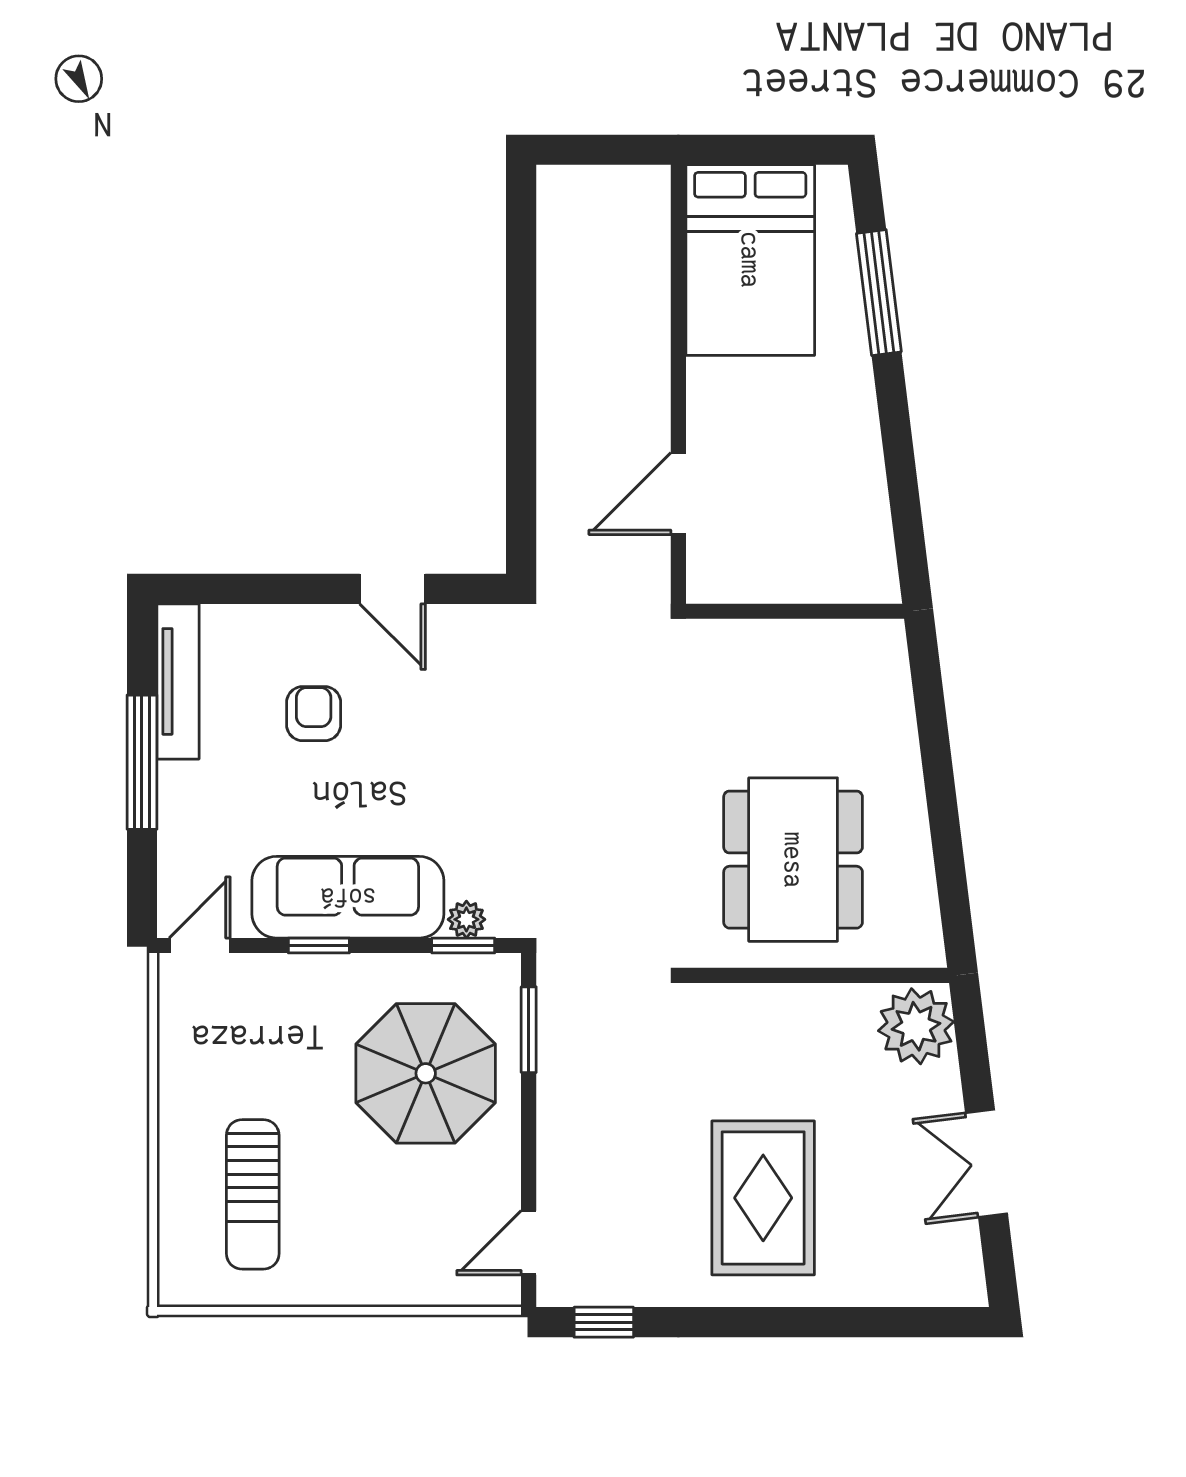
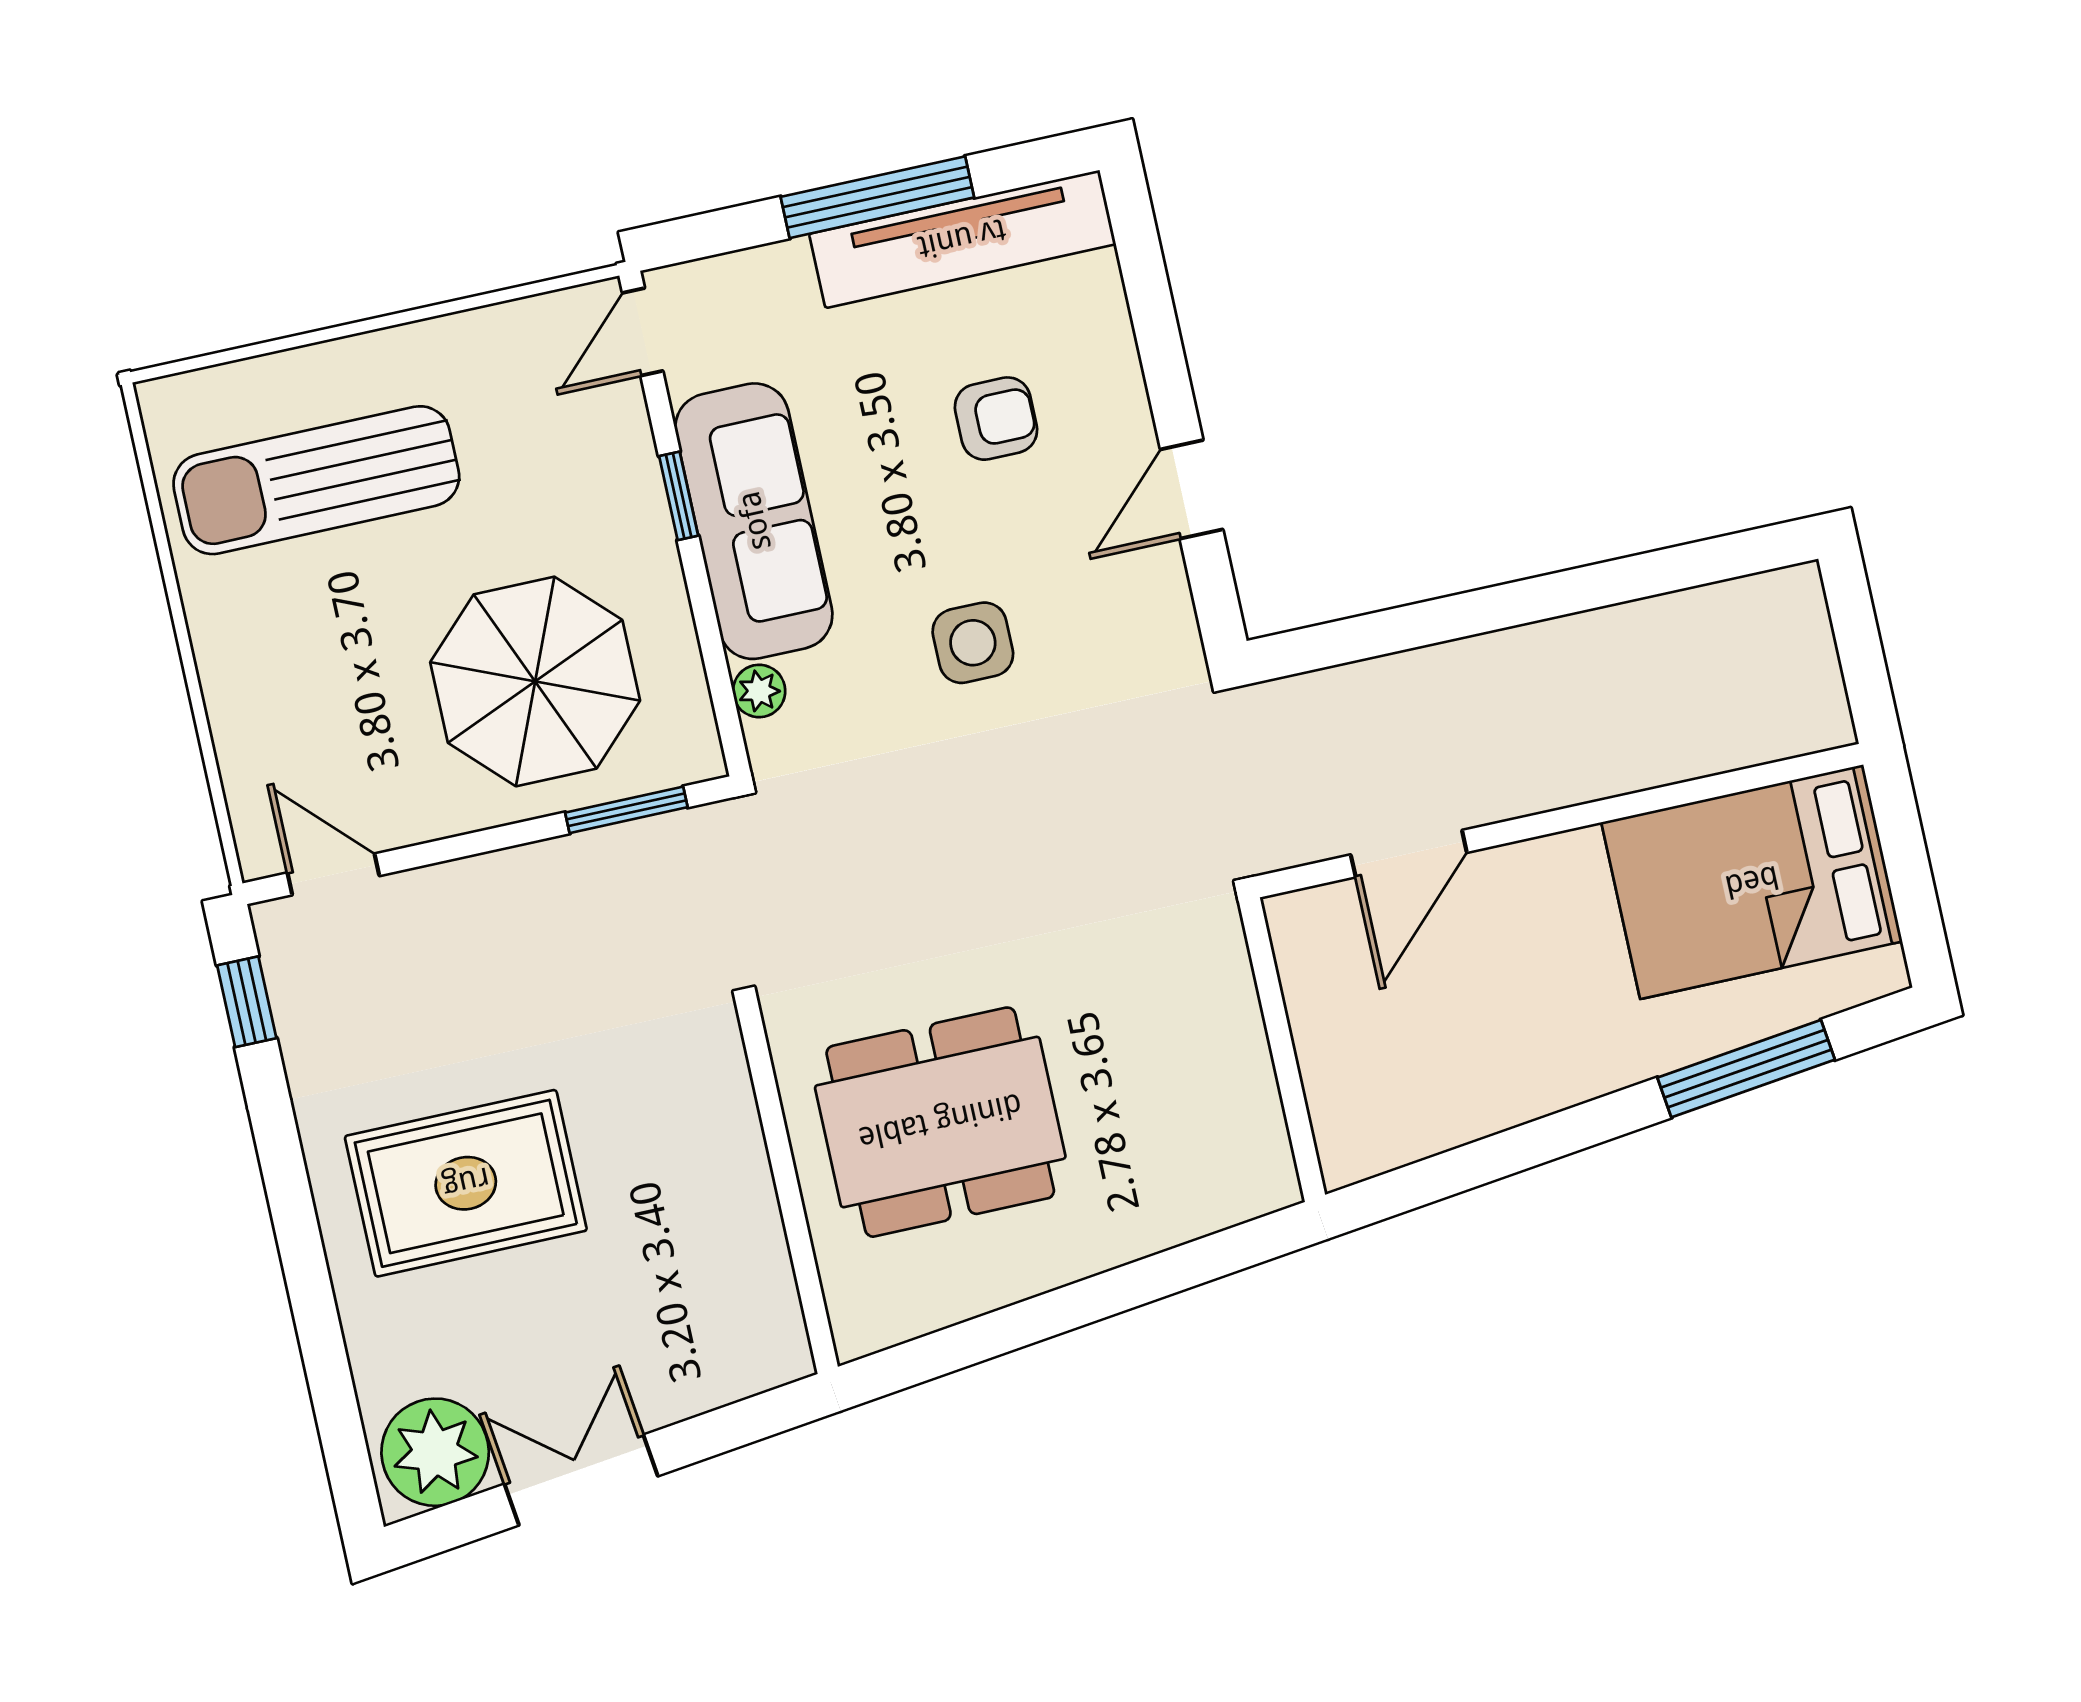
door: (678, 494) -> (1409, 854), swing flipped
tv unit: (178, 681) -> (962, 239), width x1.36, depth x1.29
side table: (466, 764) -> (973, 643), added
door: (200, 946) -> (643, 332), swing flipped
window: (463, 946) -> (722, 694), removed
plant: (916, 1026) -> (435, 1452), moved
sun lounger: (253, 1194) -> (316, 480), width x1.36, depth x1.34

